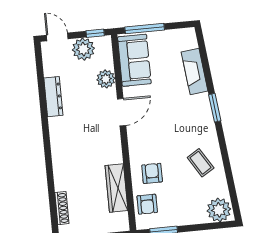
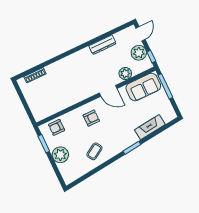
armchair: (152, 173) -> (91, 118), moved
wardrobe: (116, 188) -> (60, 105), removed
plant: (219, 210) -> (60, 155), moved

